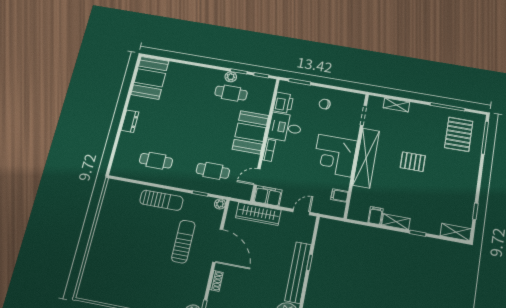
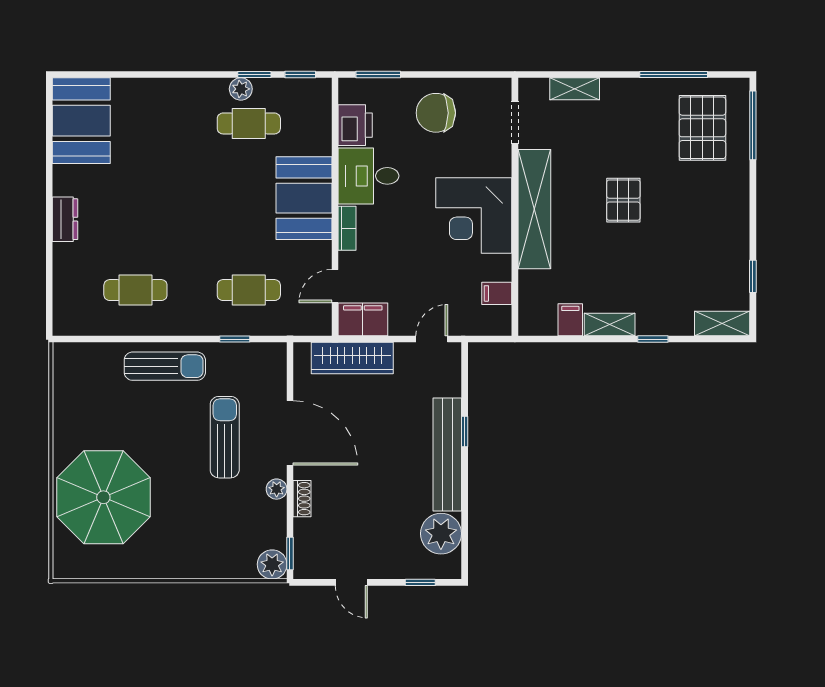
chair: (325, 104) -> (436, 113), width x1.87, depth x1.87
pallet: (413, 162) -> (623, 200), turned 90
plant: (220, 204) -> (277, 489), moved
parasol: (113, 260) -> (103, 497), added

